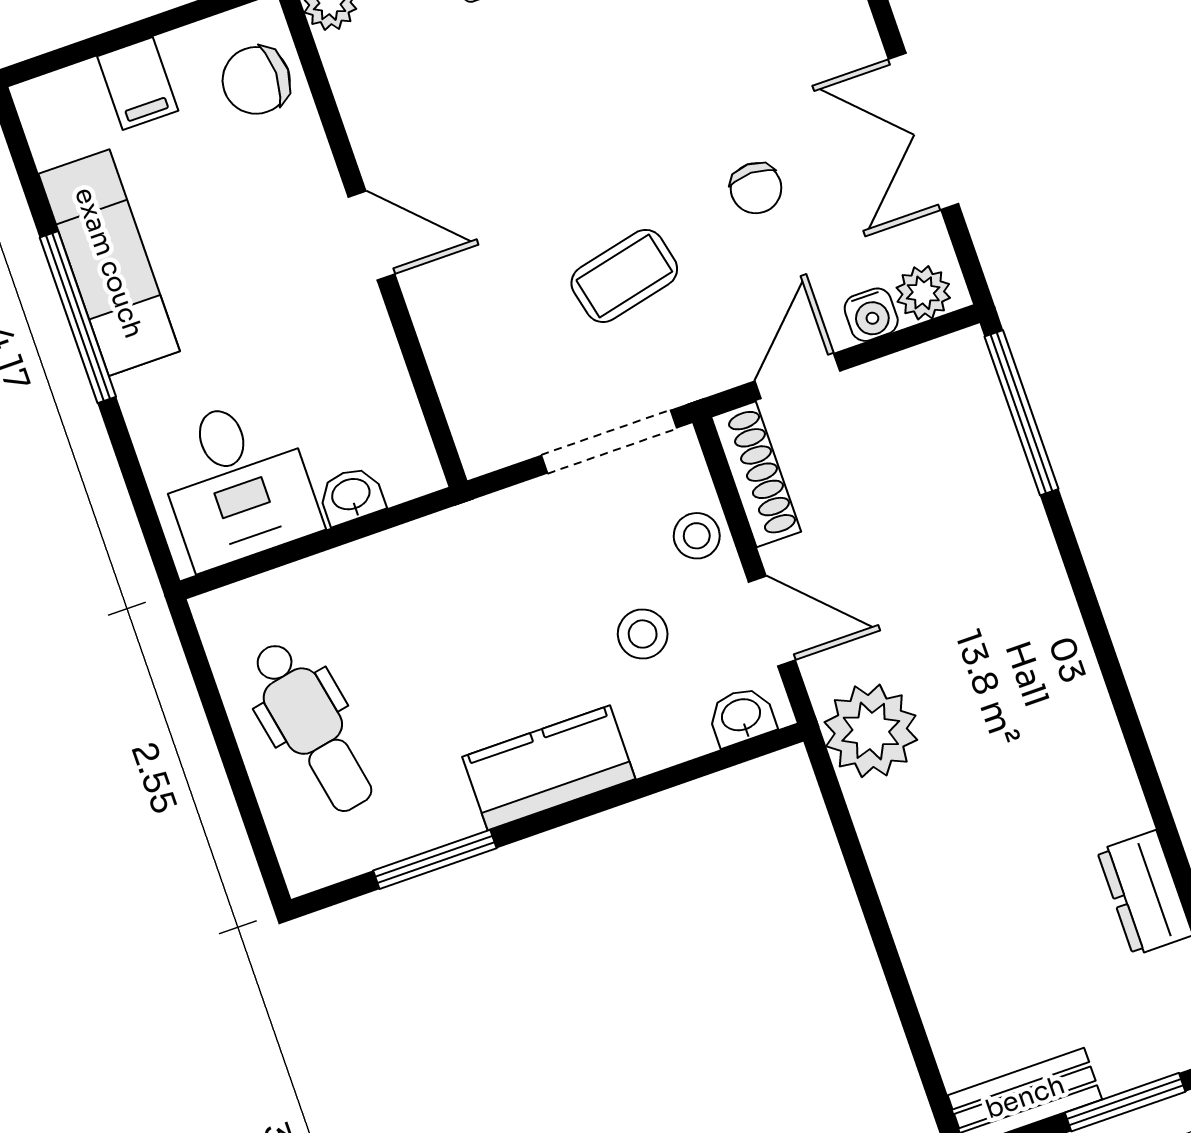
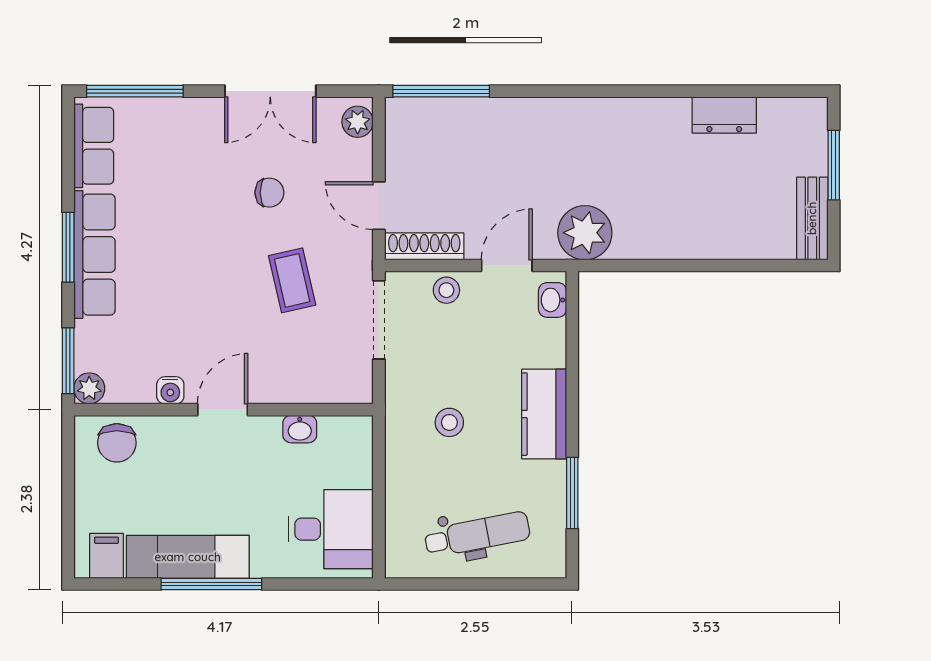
filing cabinet: (138, 84) -> (106, 556), moved, turned -90
water cooler: (871, 315) -> (170, 390), moved, turned 90
washbasin: (351, 496) -> (300, 429), moved, turned -90
stool: (643, 634) -> (449, 422), moved

